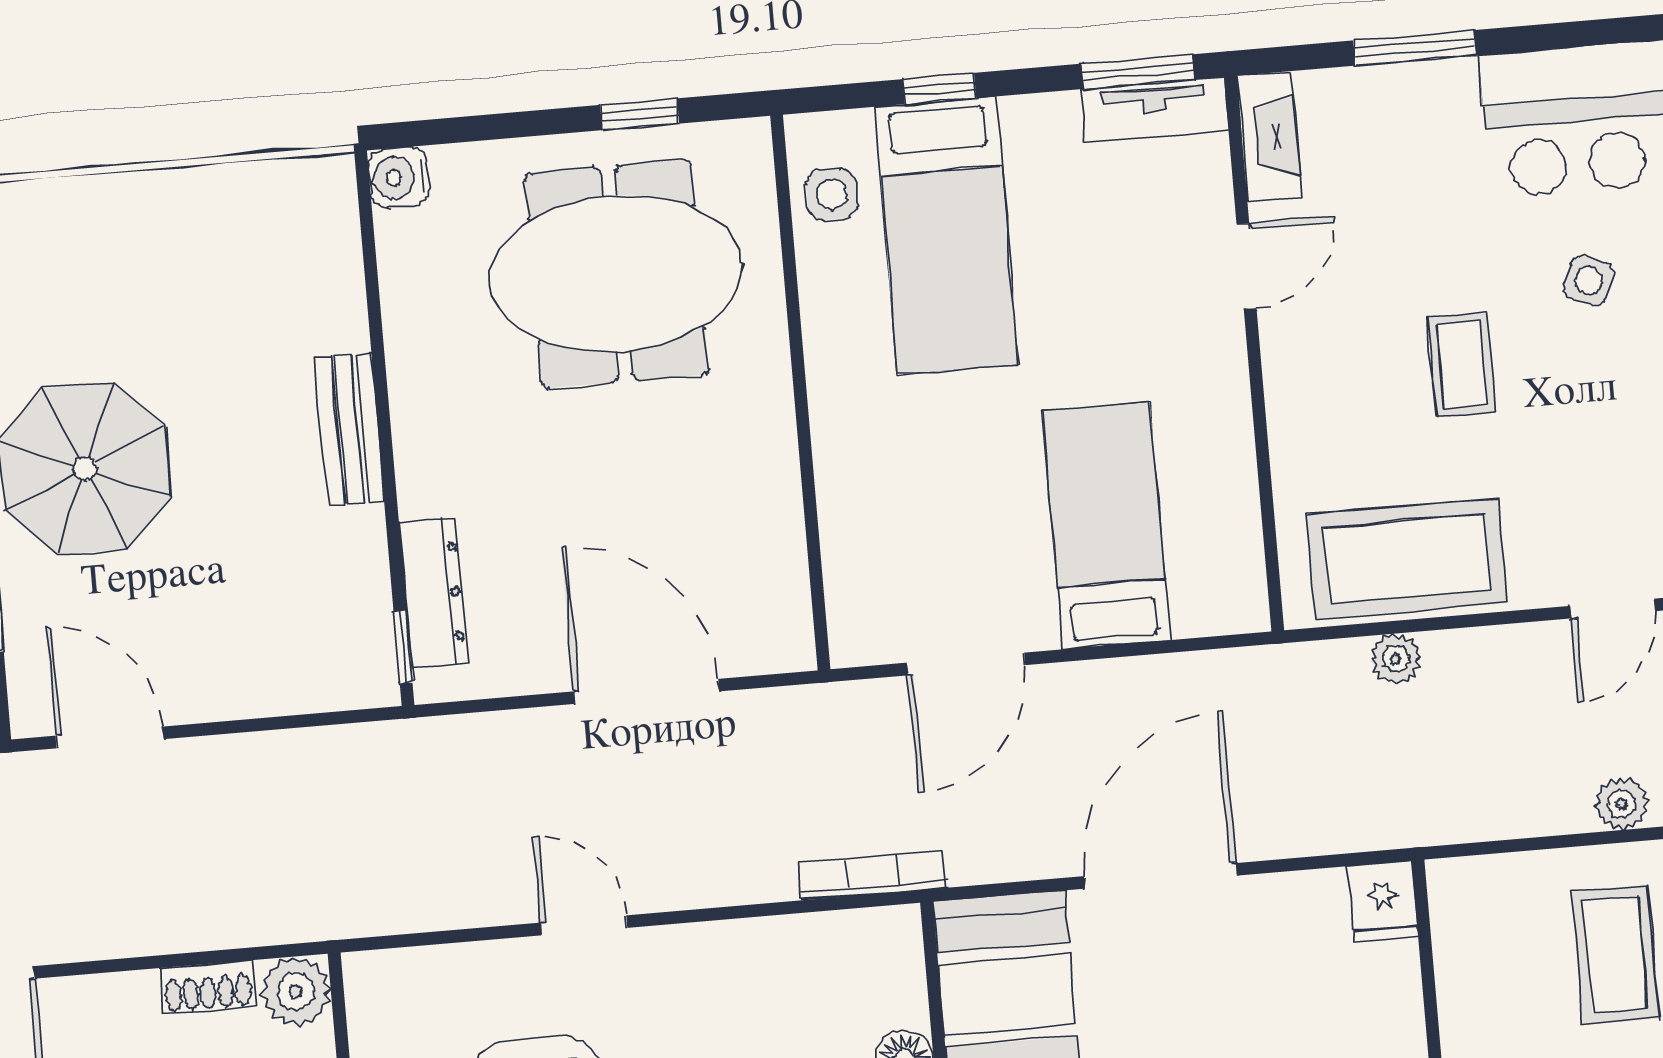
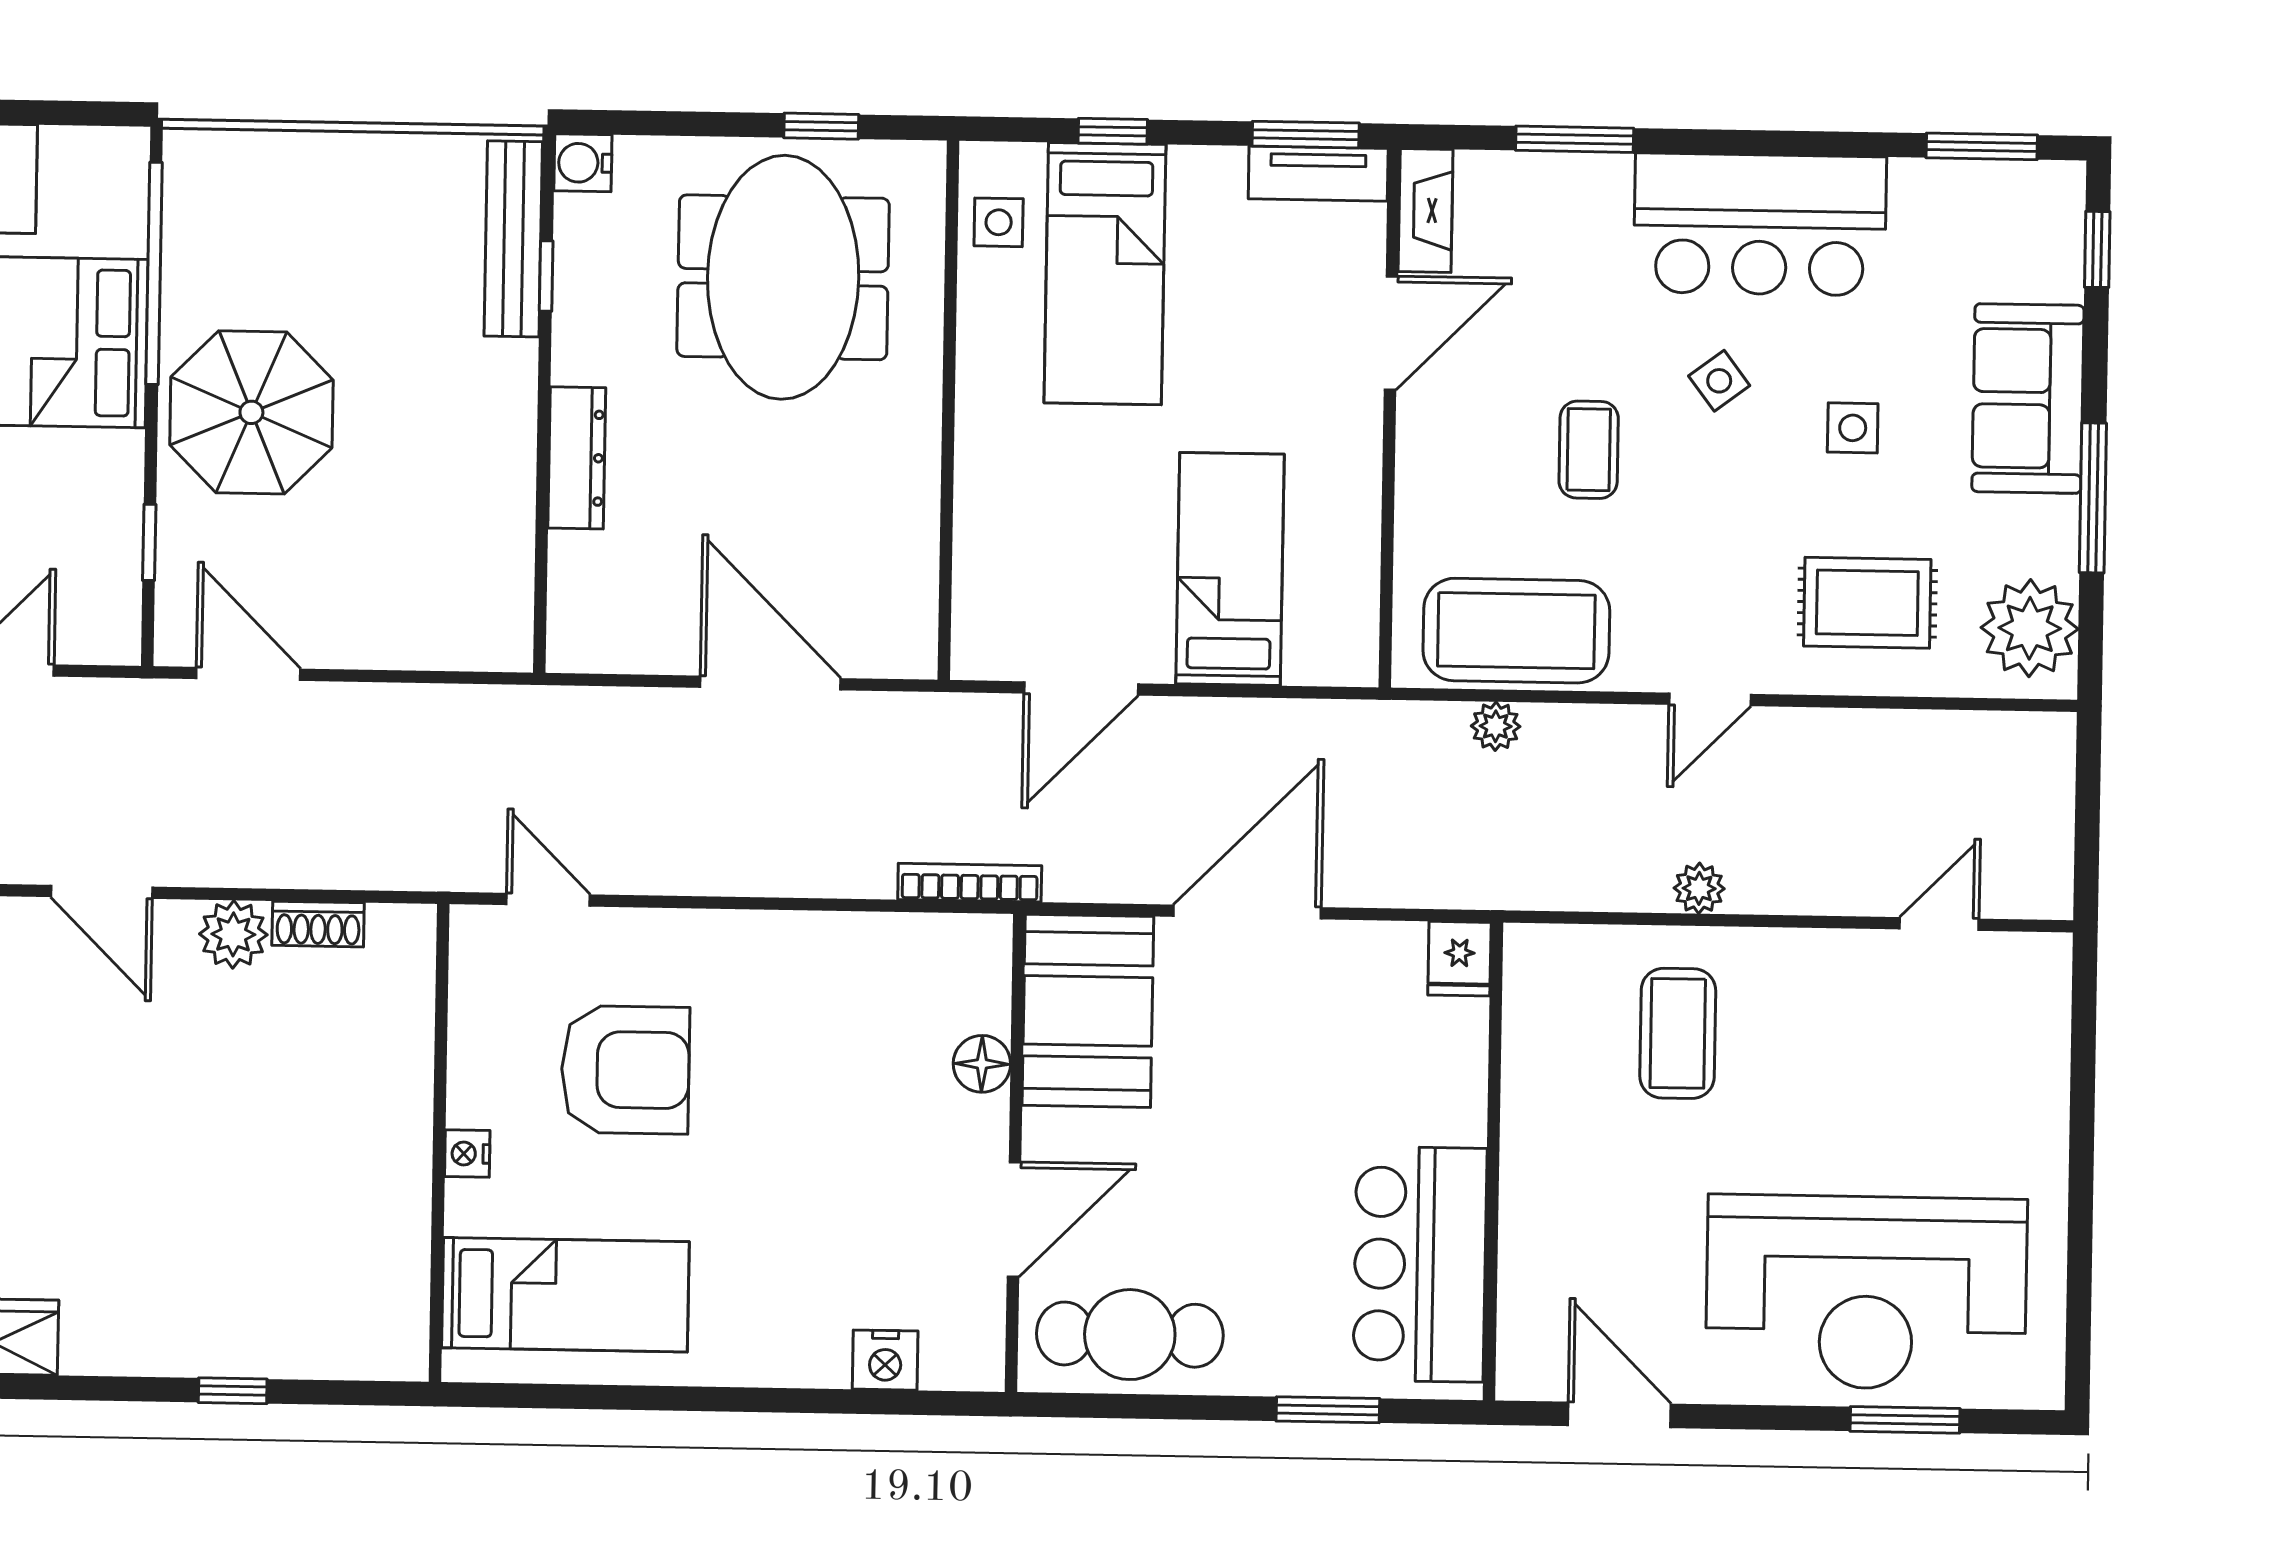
door: (1246, 266) -> (1391, 333), width x1.38
meeting table: (616, 274) -> (783, 277), turned 90
side table: (1589, 281) -> (1719, 381), turned 30
bench: (350, 429) -> (513, 239), moved, width x1.36
dresser: (433, 593) -> (577, 458), moved
window: (403, 647) -> (546, 276), moved
door: (584, 925) -> (548, 900), moved
plant: (296, 992) -> (233, 934), moved

